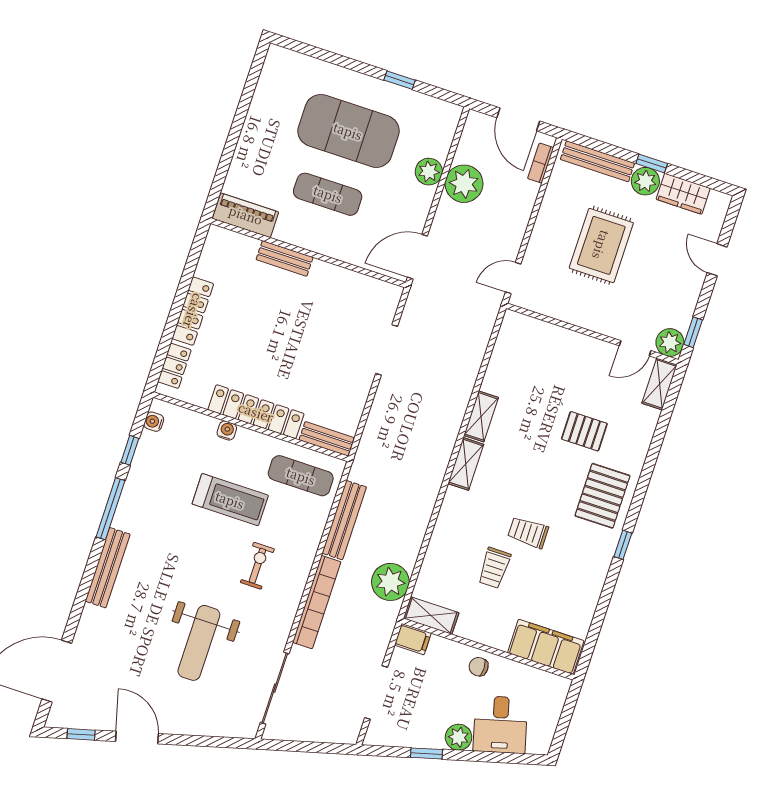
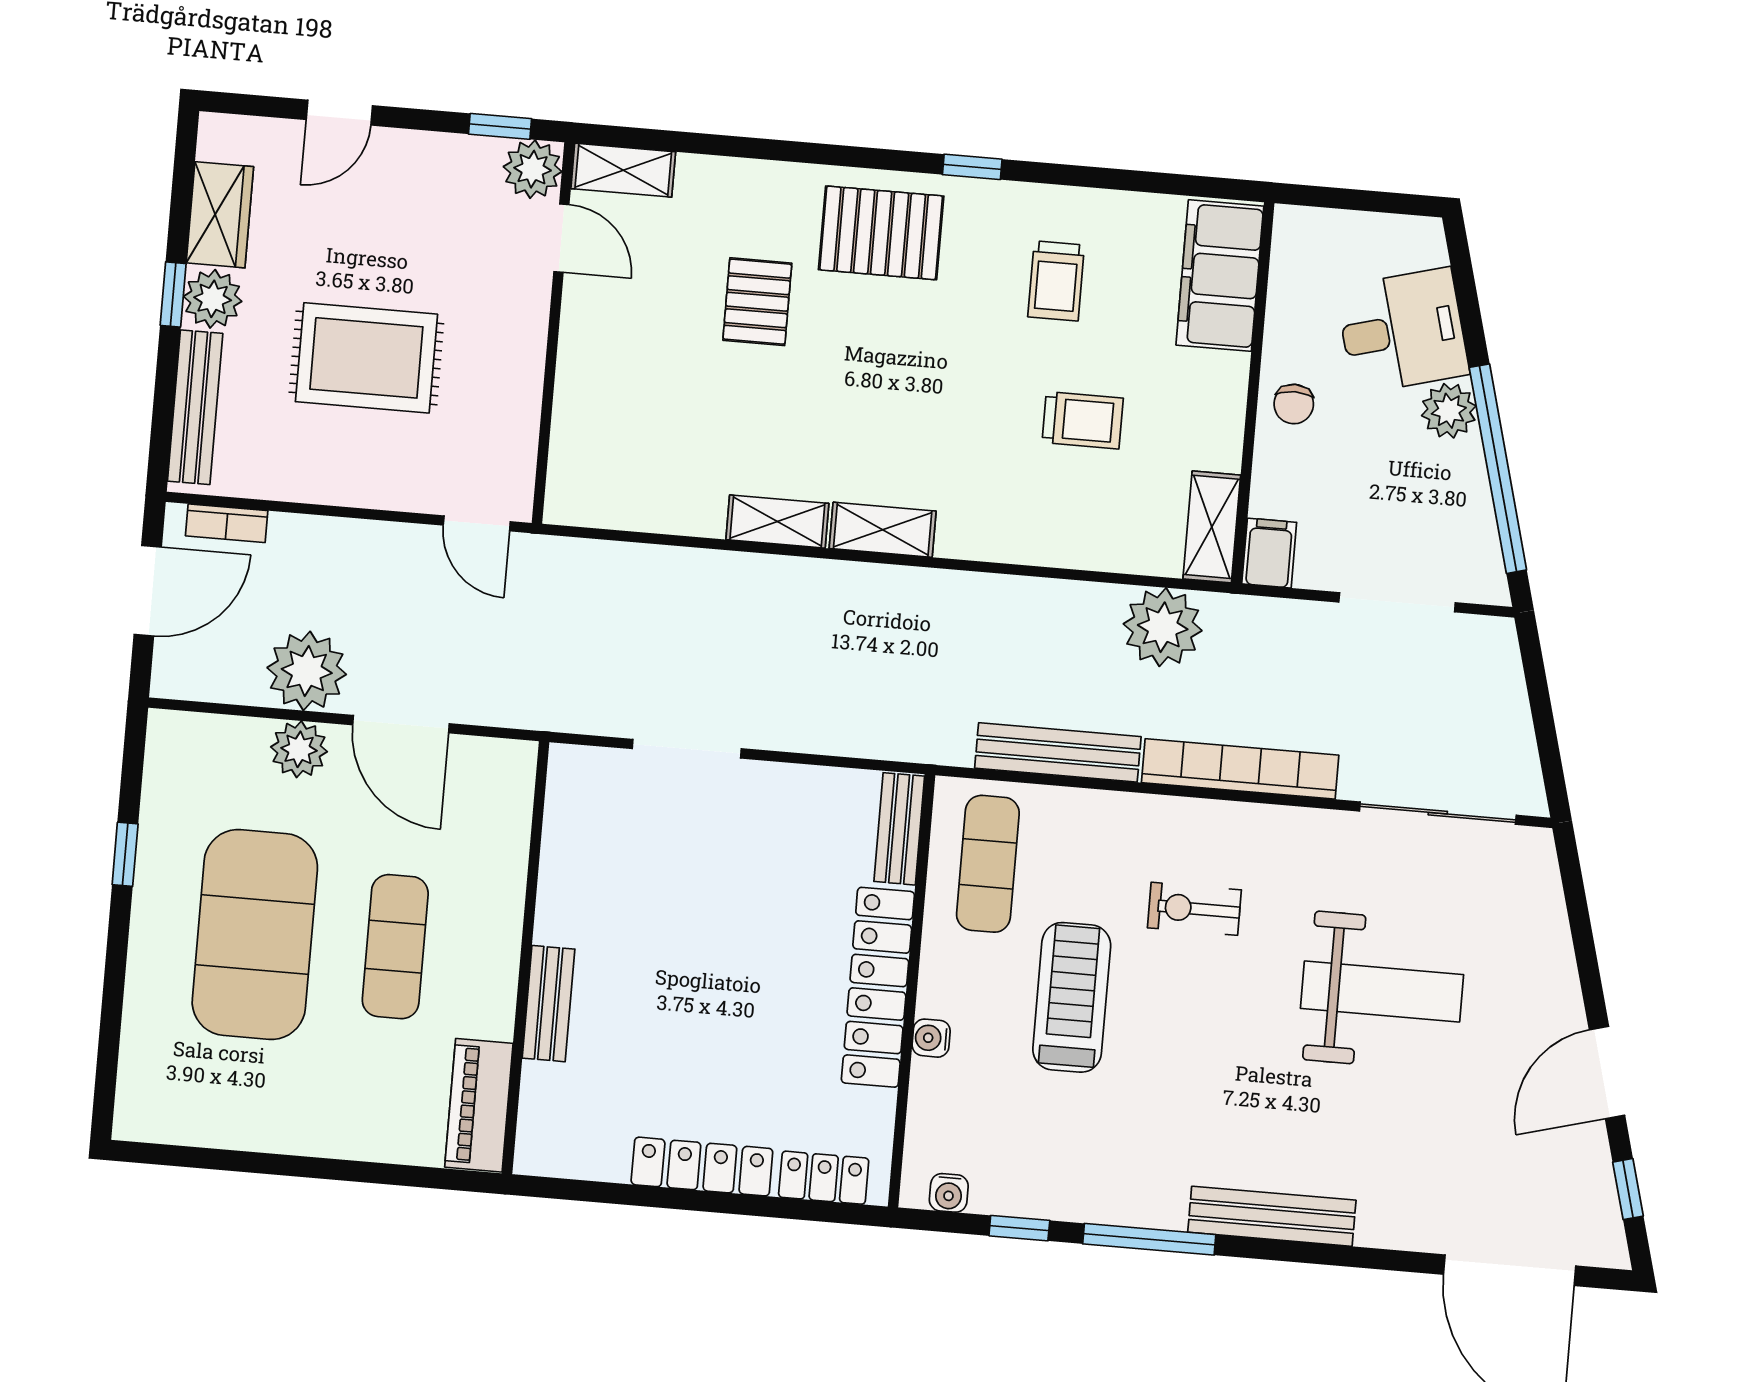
door: (417, 257) -> (401, 724), moved
trolley: (528, 532) -> (1056, 281), moved
window: (427, 753) -> (1498, 469), width x3.17

